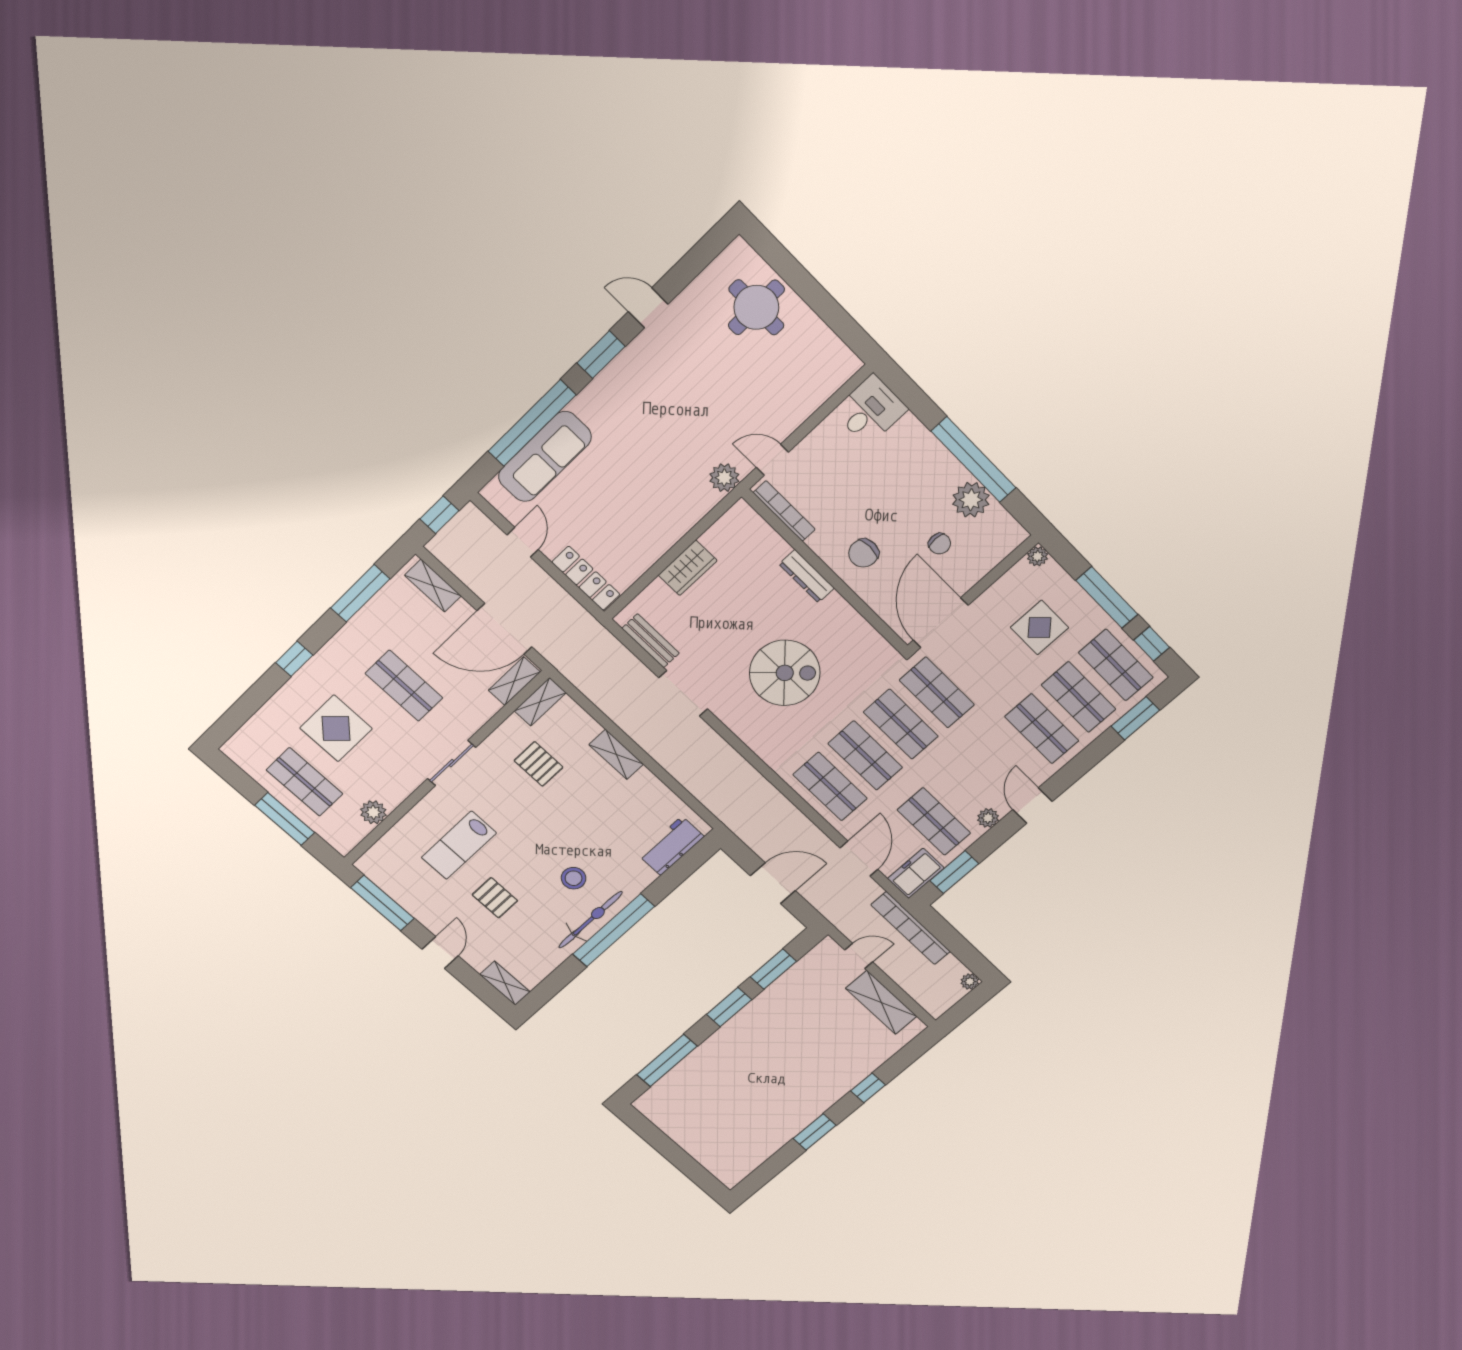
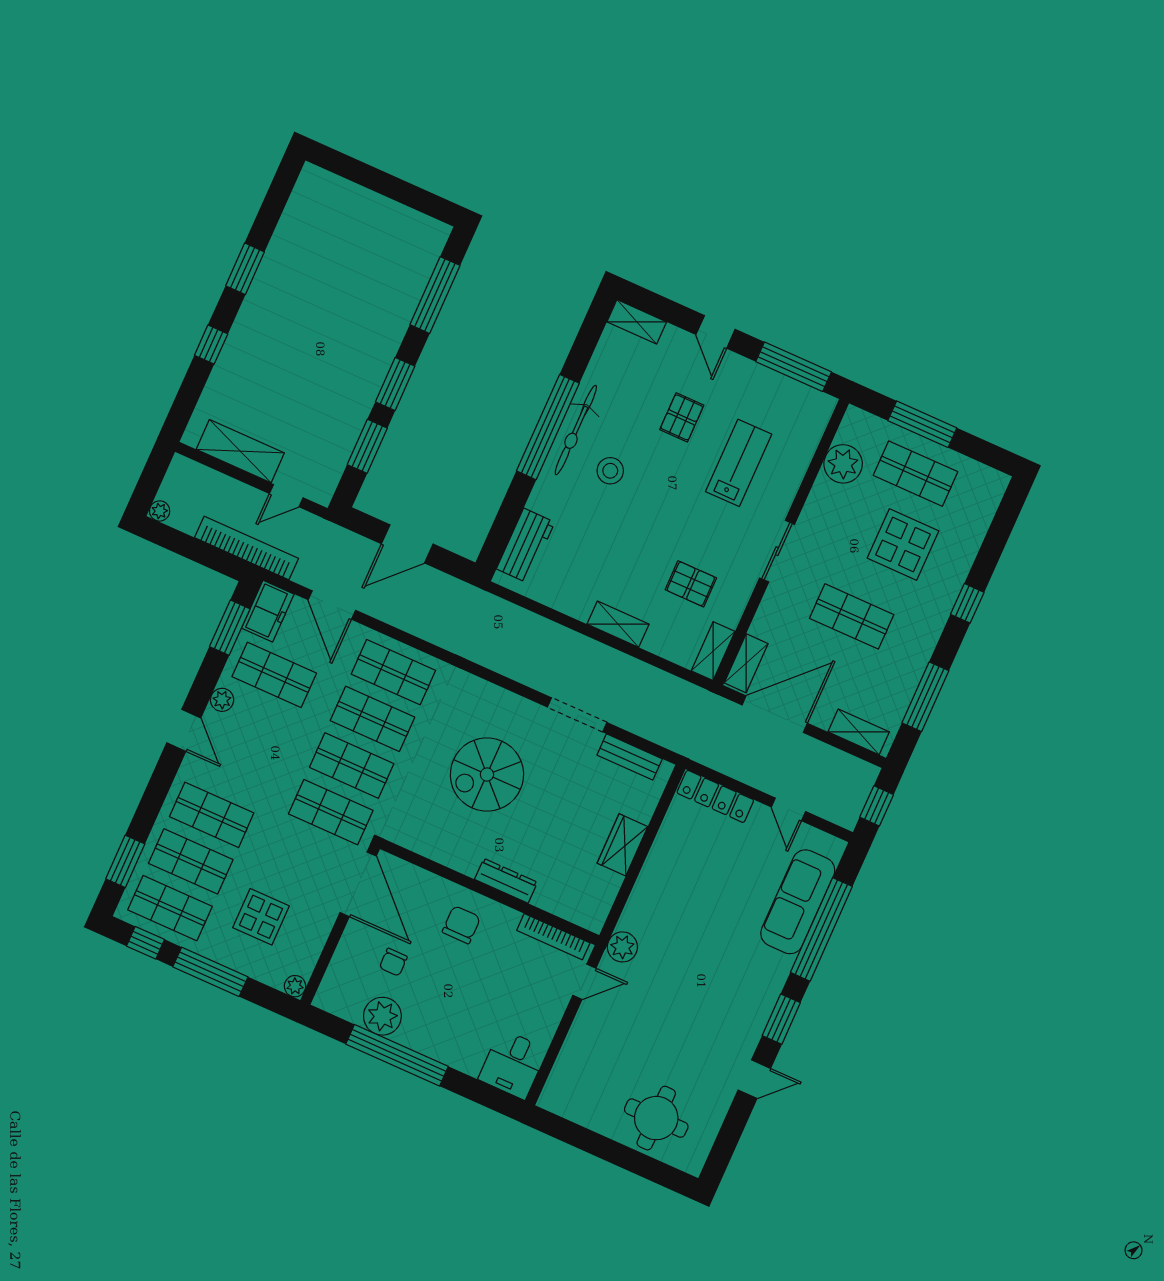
chair: (940, 544) -> (393, 962), turned -90
plant: (373, 812) -> (843, 464), width x1.36, depth x1.36
pallet: (495, 898) -> (682, 417), turned 90

